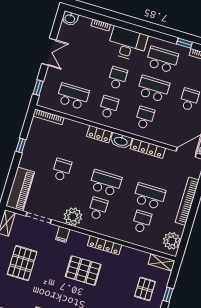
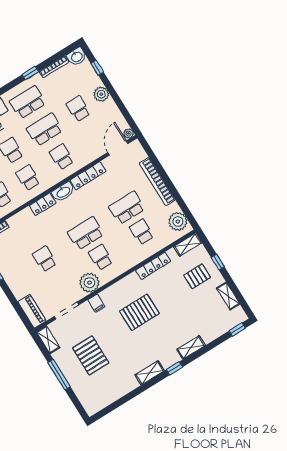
piano: (20, 189) -> (32, 311), width x0.73, depth x0.75
locker: (105, 245) -> (153, 266), moved
pallet: (145, 289) -> (197, 276), turned 90

